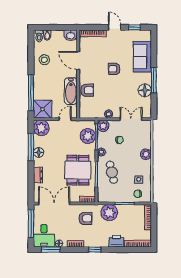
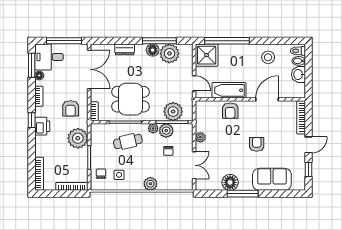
washbasin: (71, 35) -> (298, 74), moved
plant: (103, 126) -> (166, 131), moved
plant: (41, 128) -> (169, 54), moved
printer: (116, 241) -> (42, 126), moved

